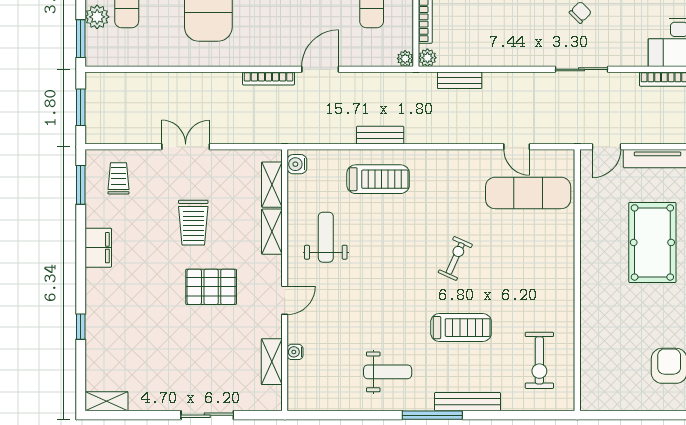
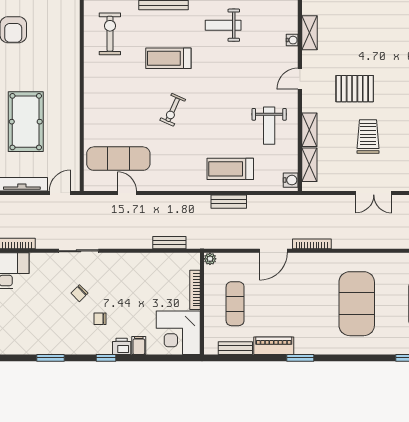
plant: (427, 58) -> (193, 259), removed

